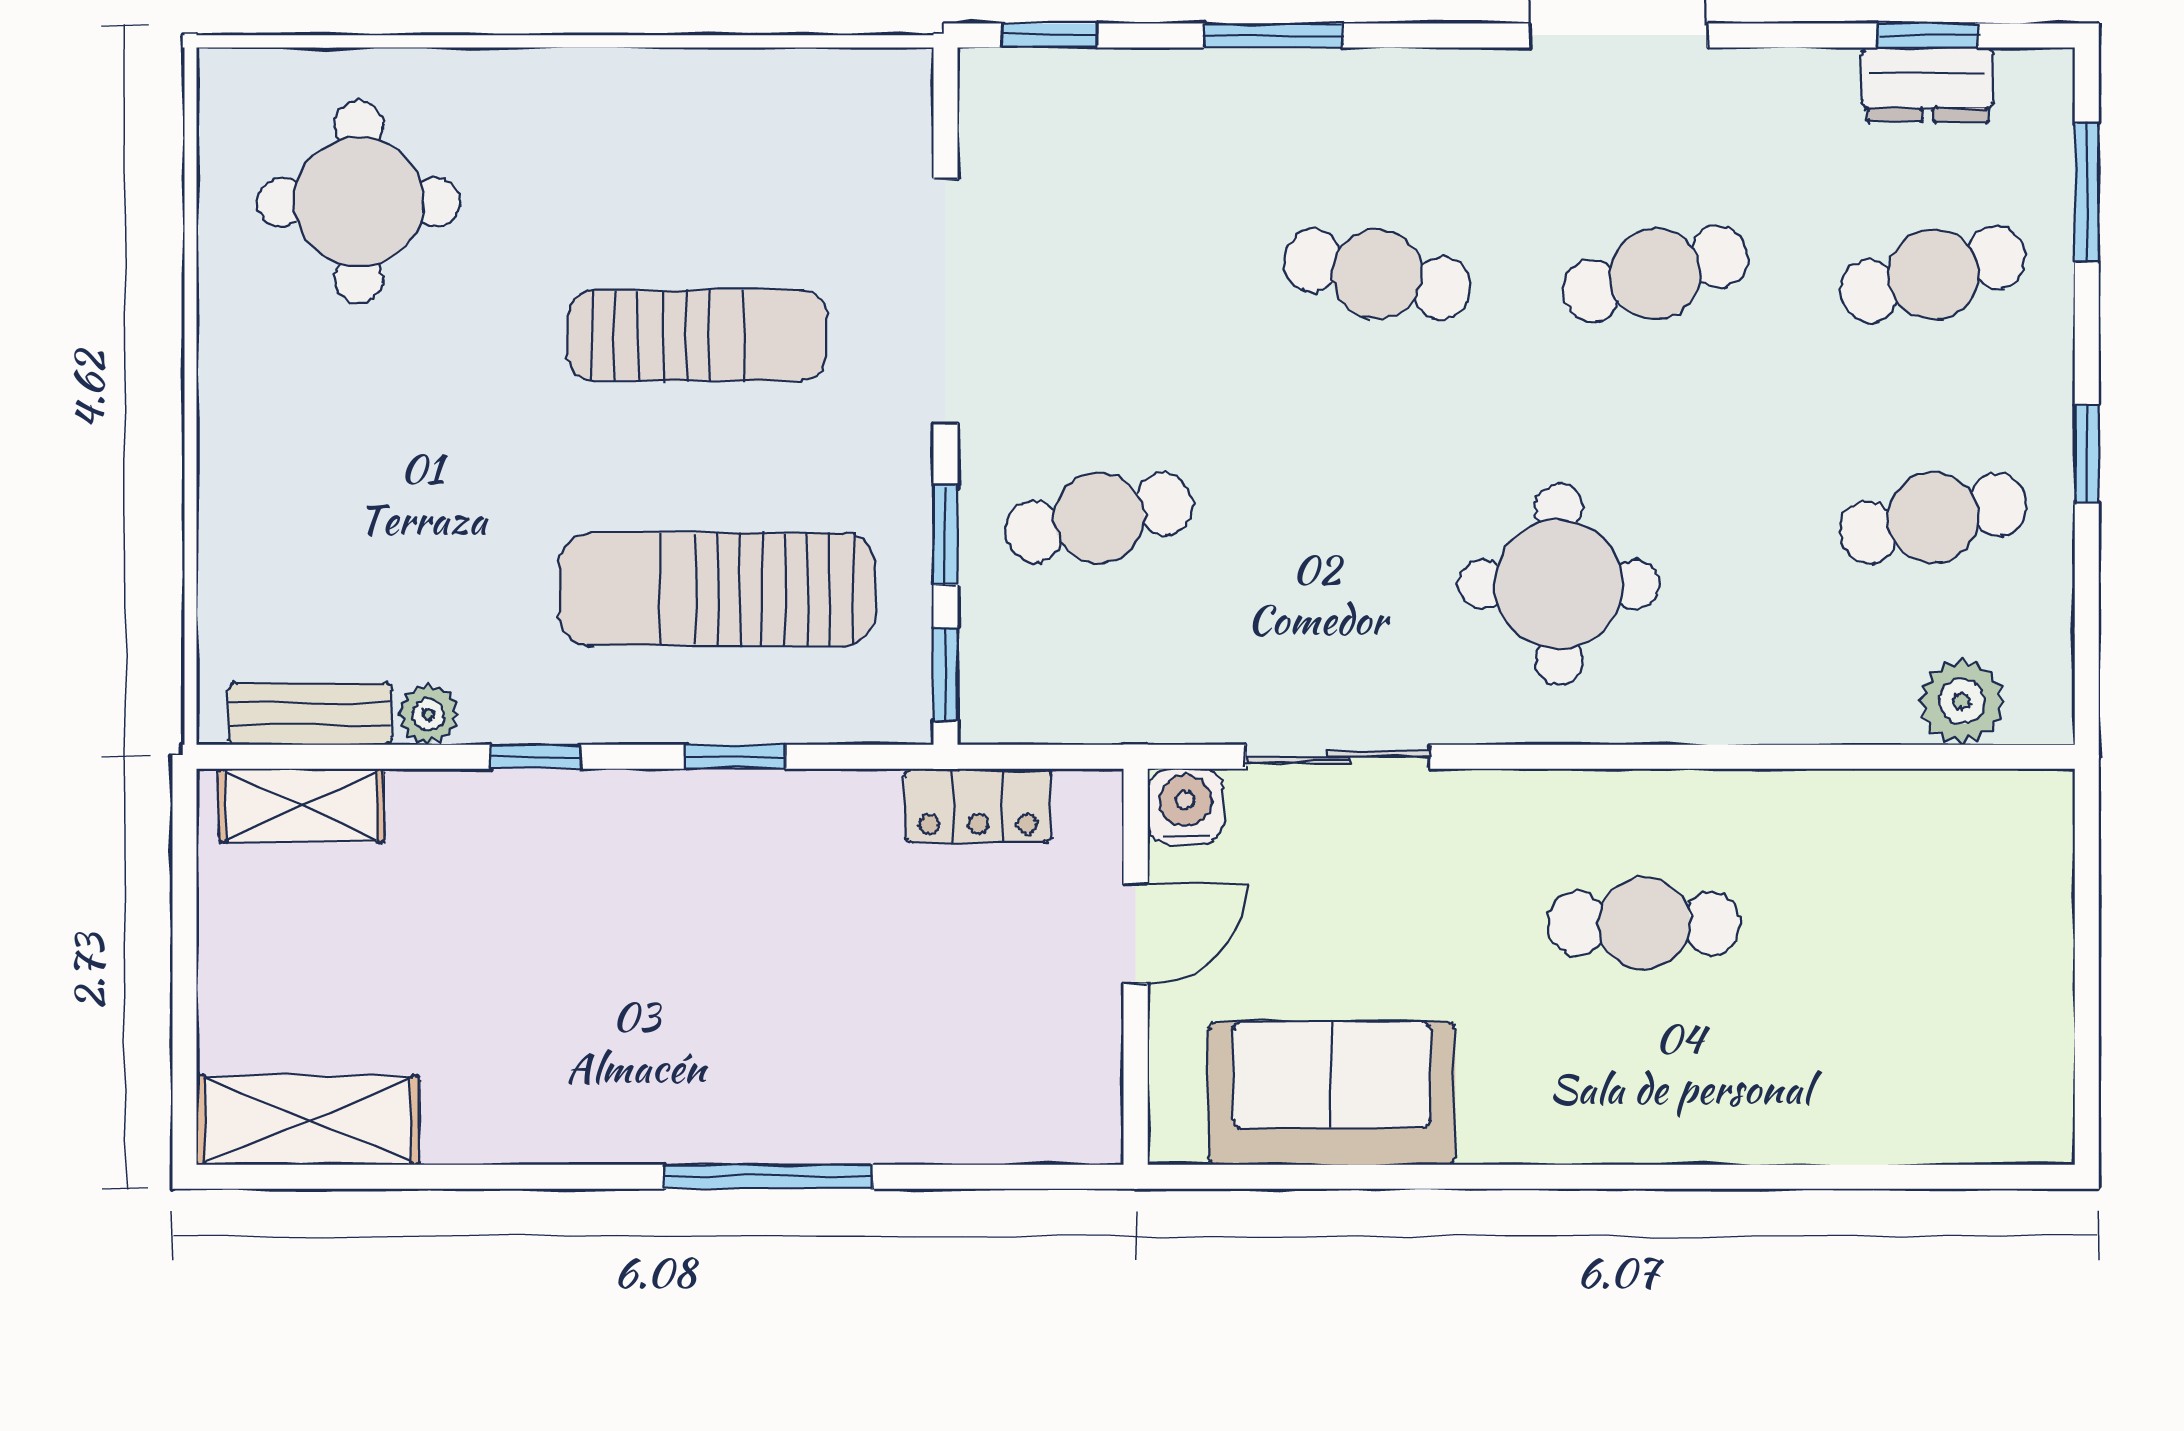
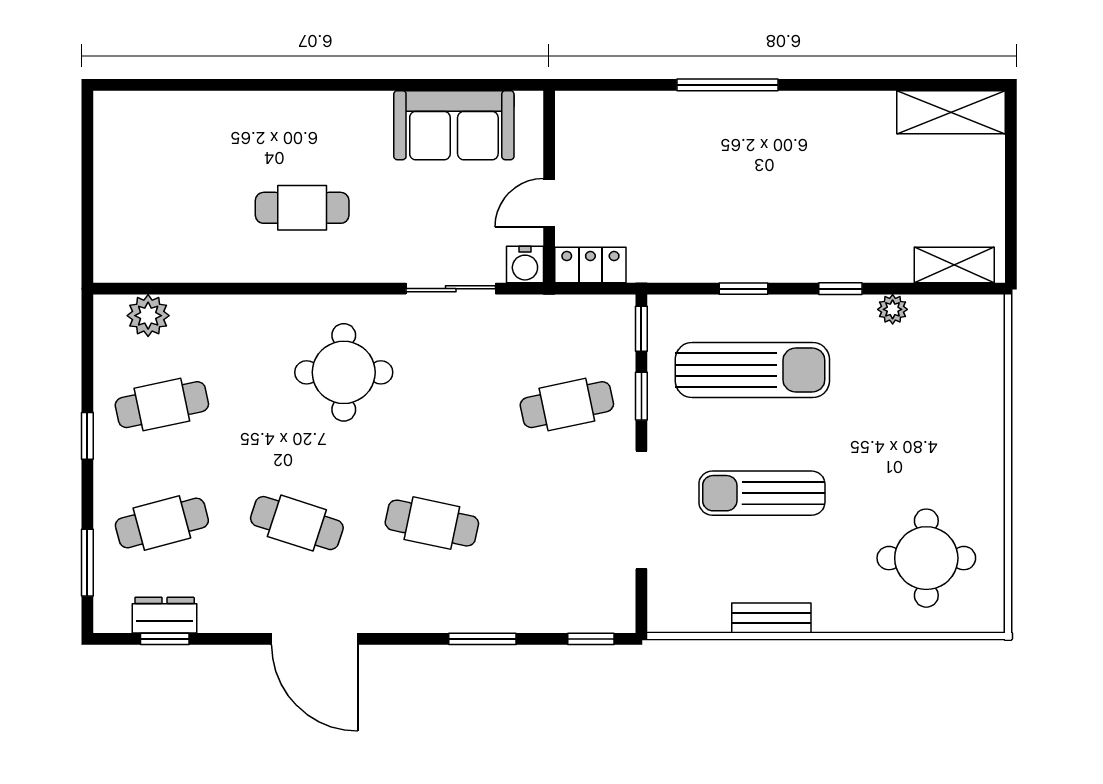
cafe table: (1655, 274) -> (297, 523), turned 33
bench: (310, 714) -> (771, 618), moved
locker: (978, 806) -> (590, 265), moved

